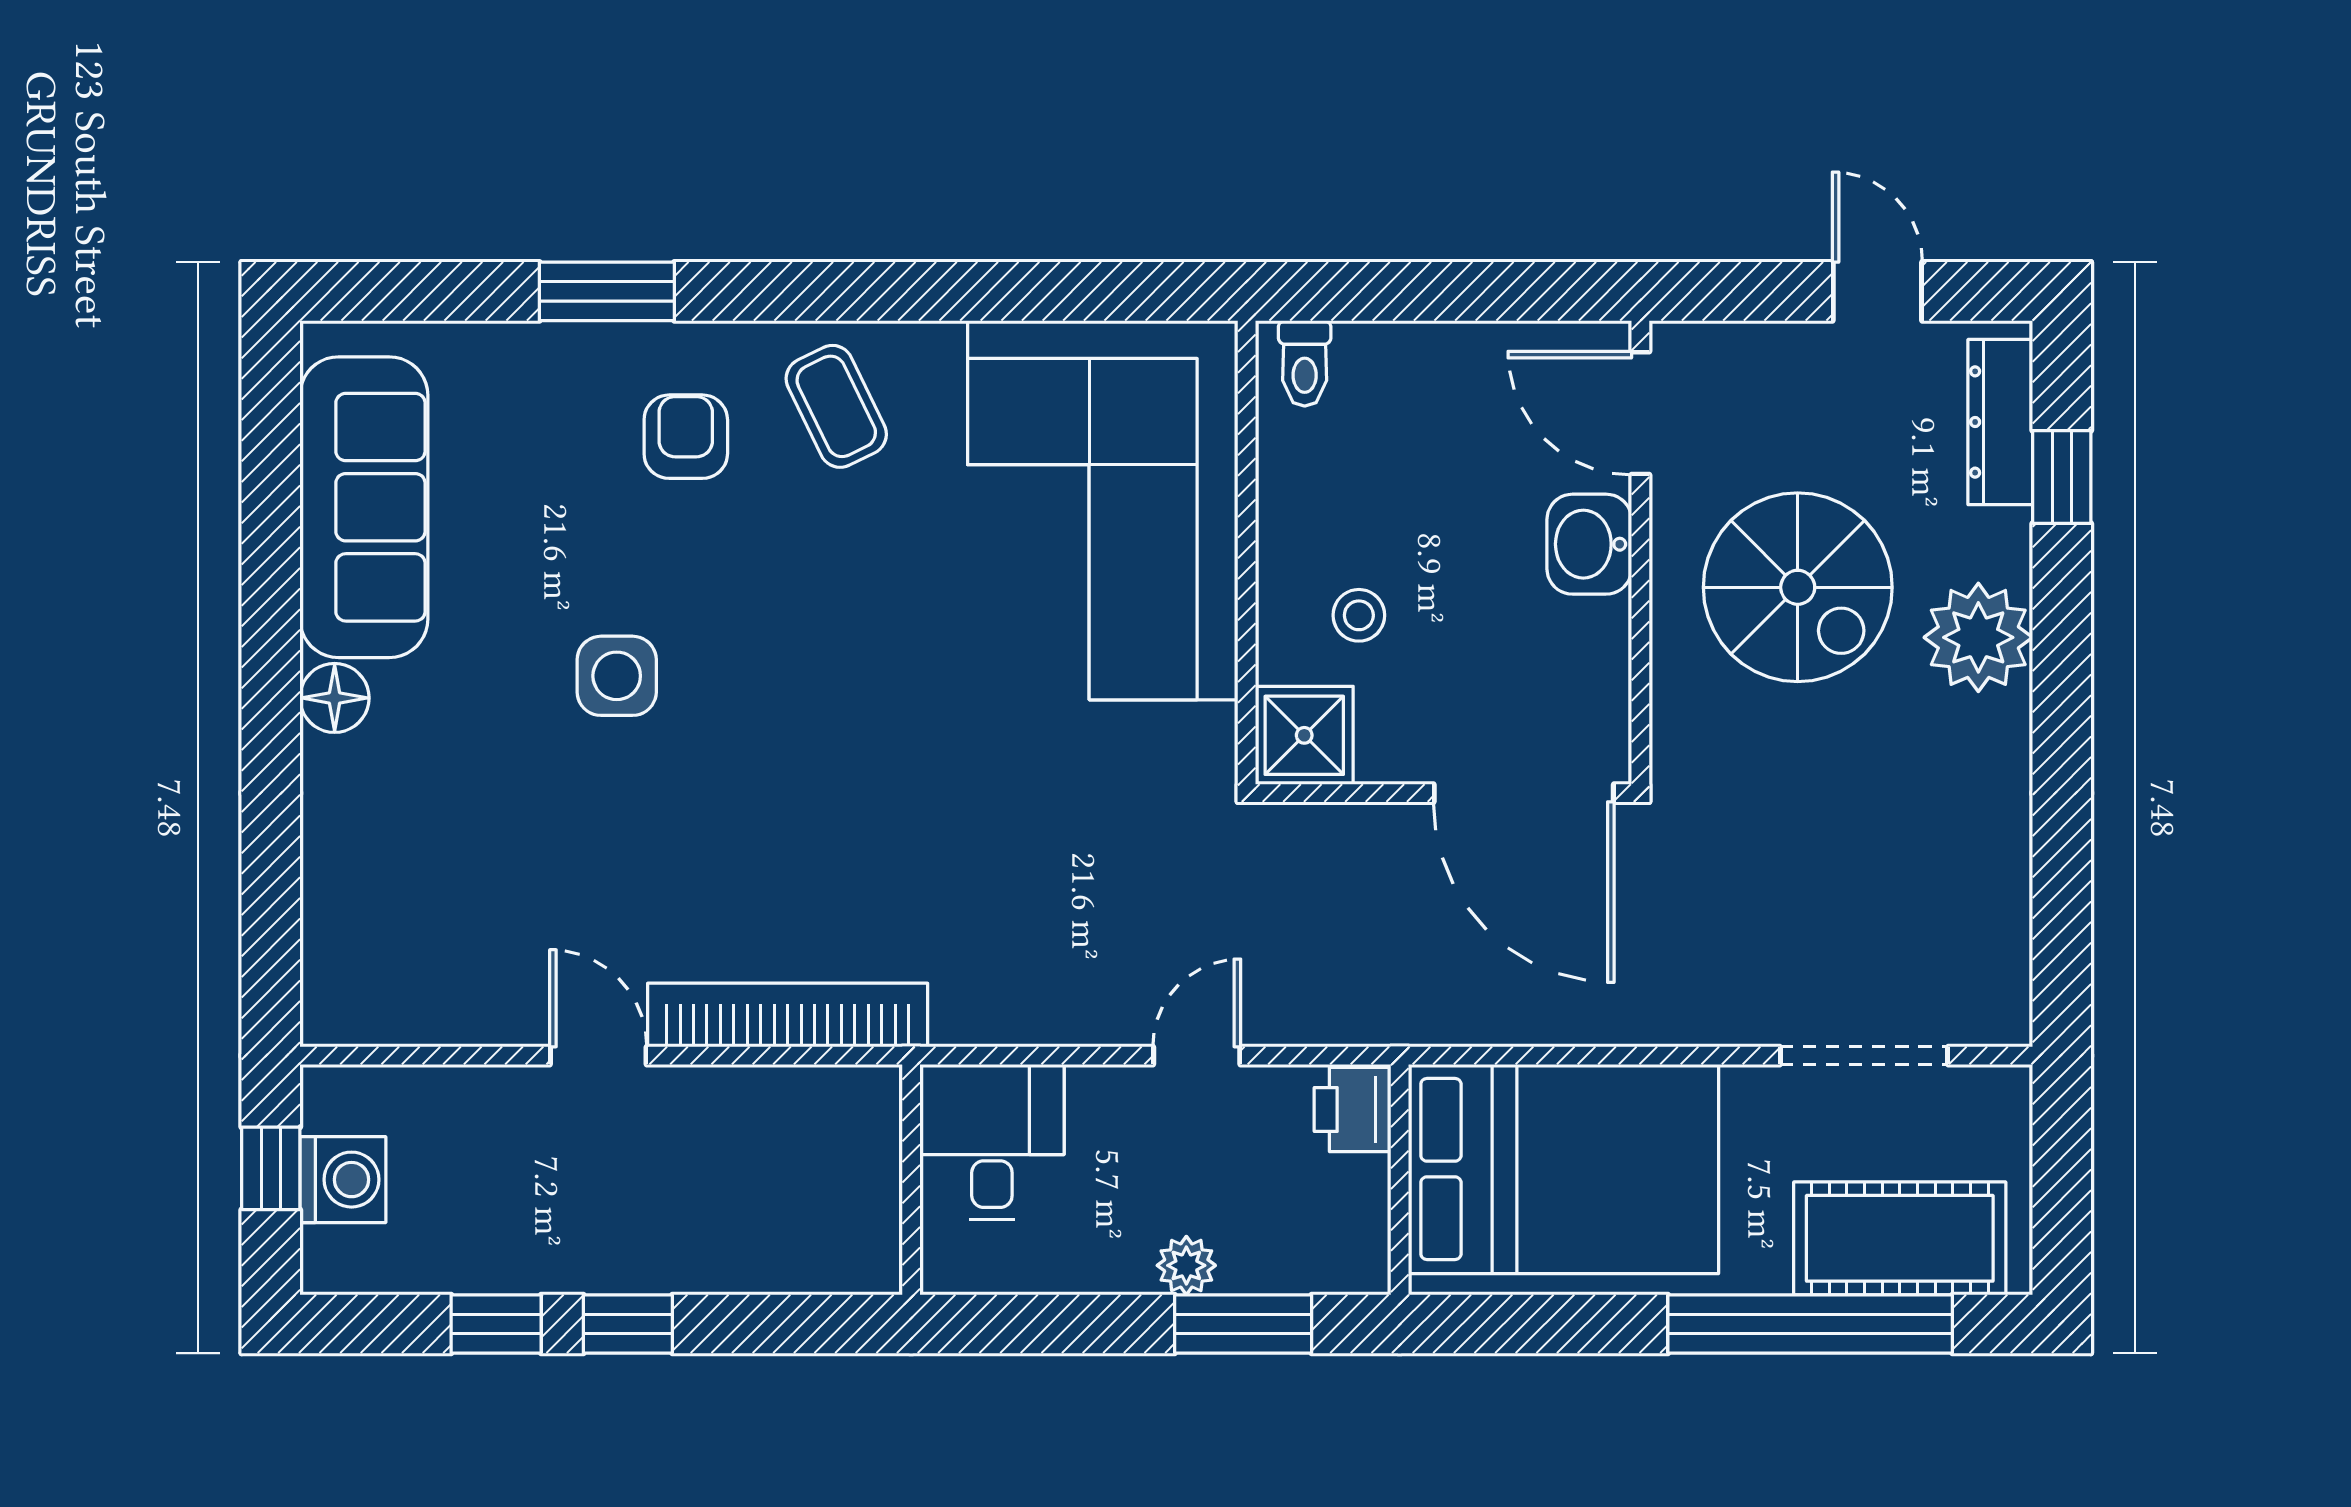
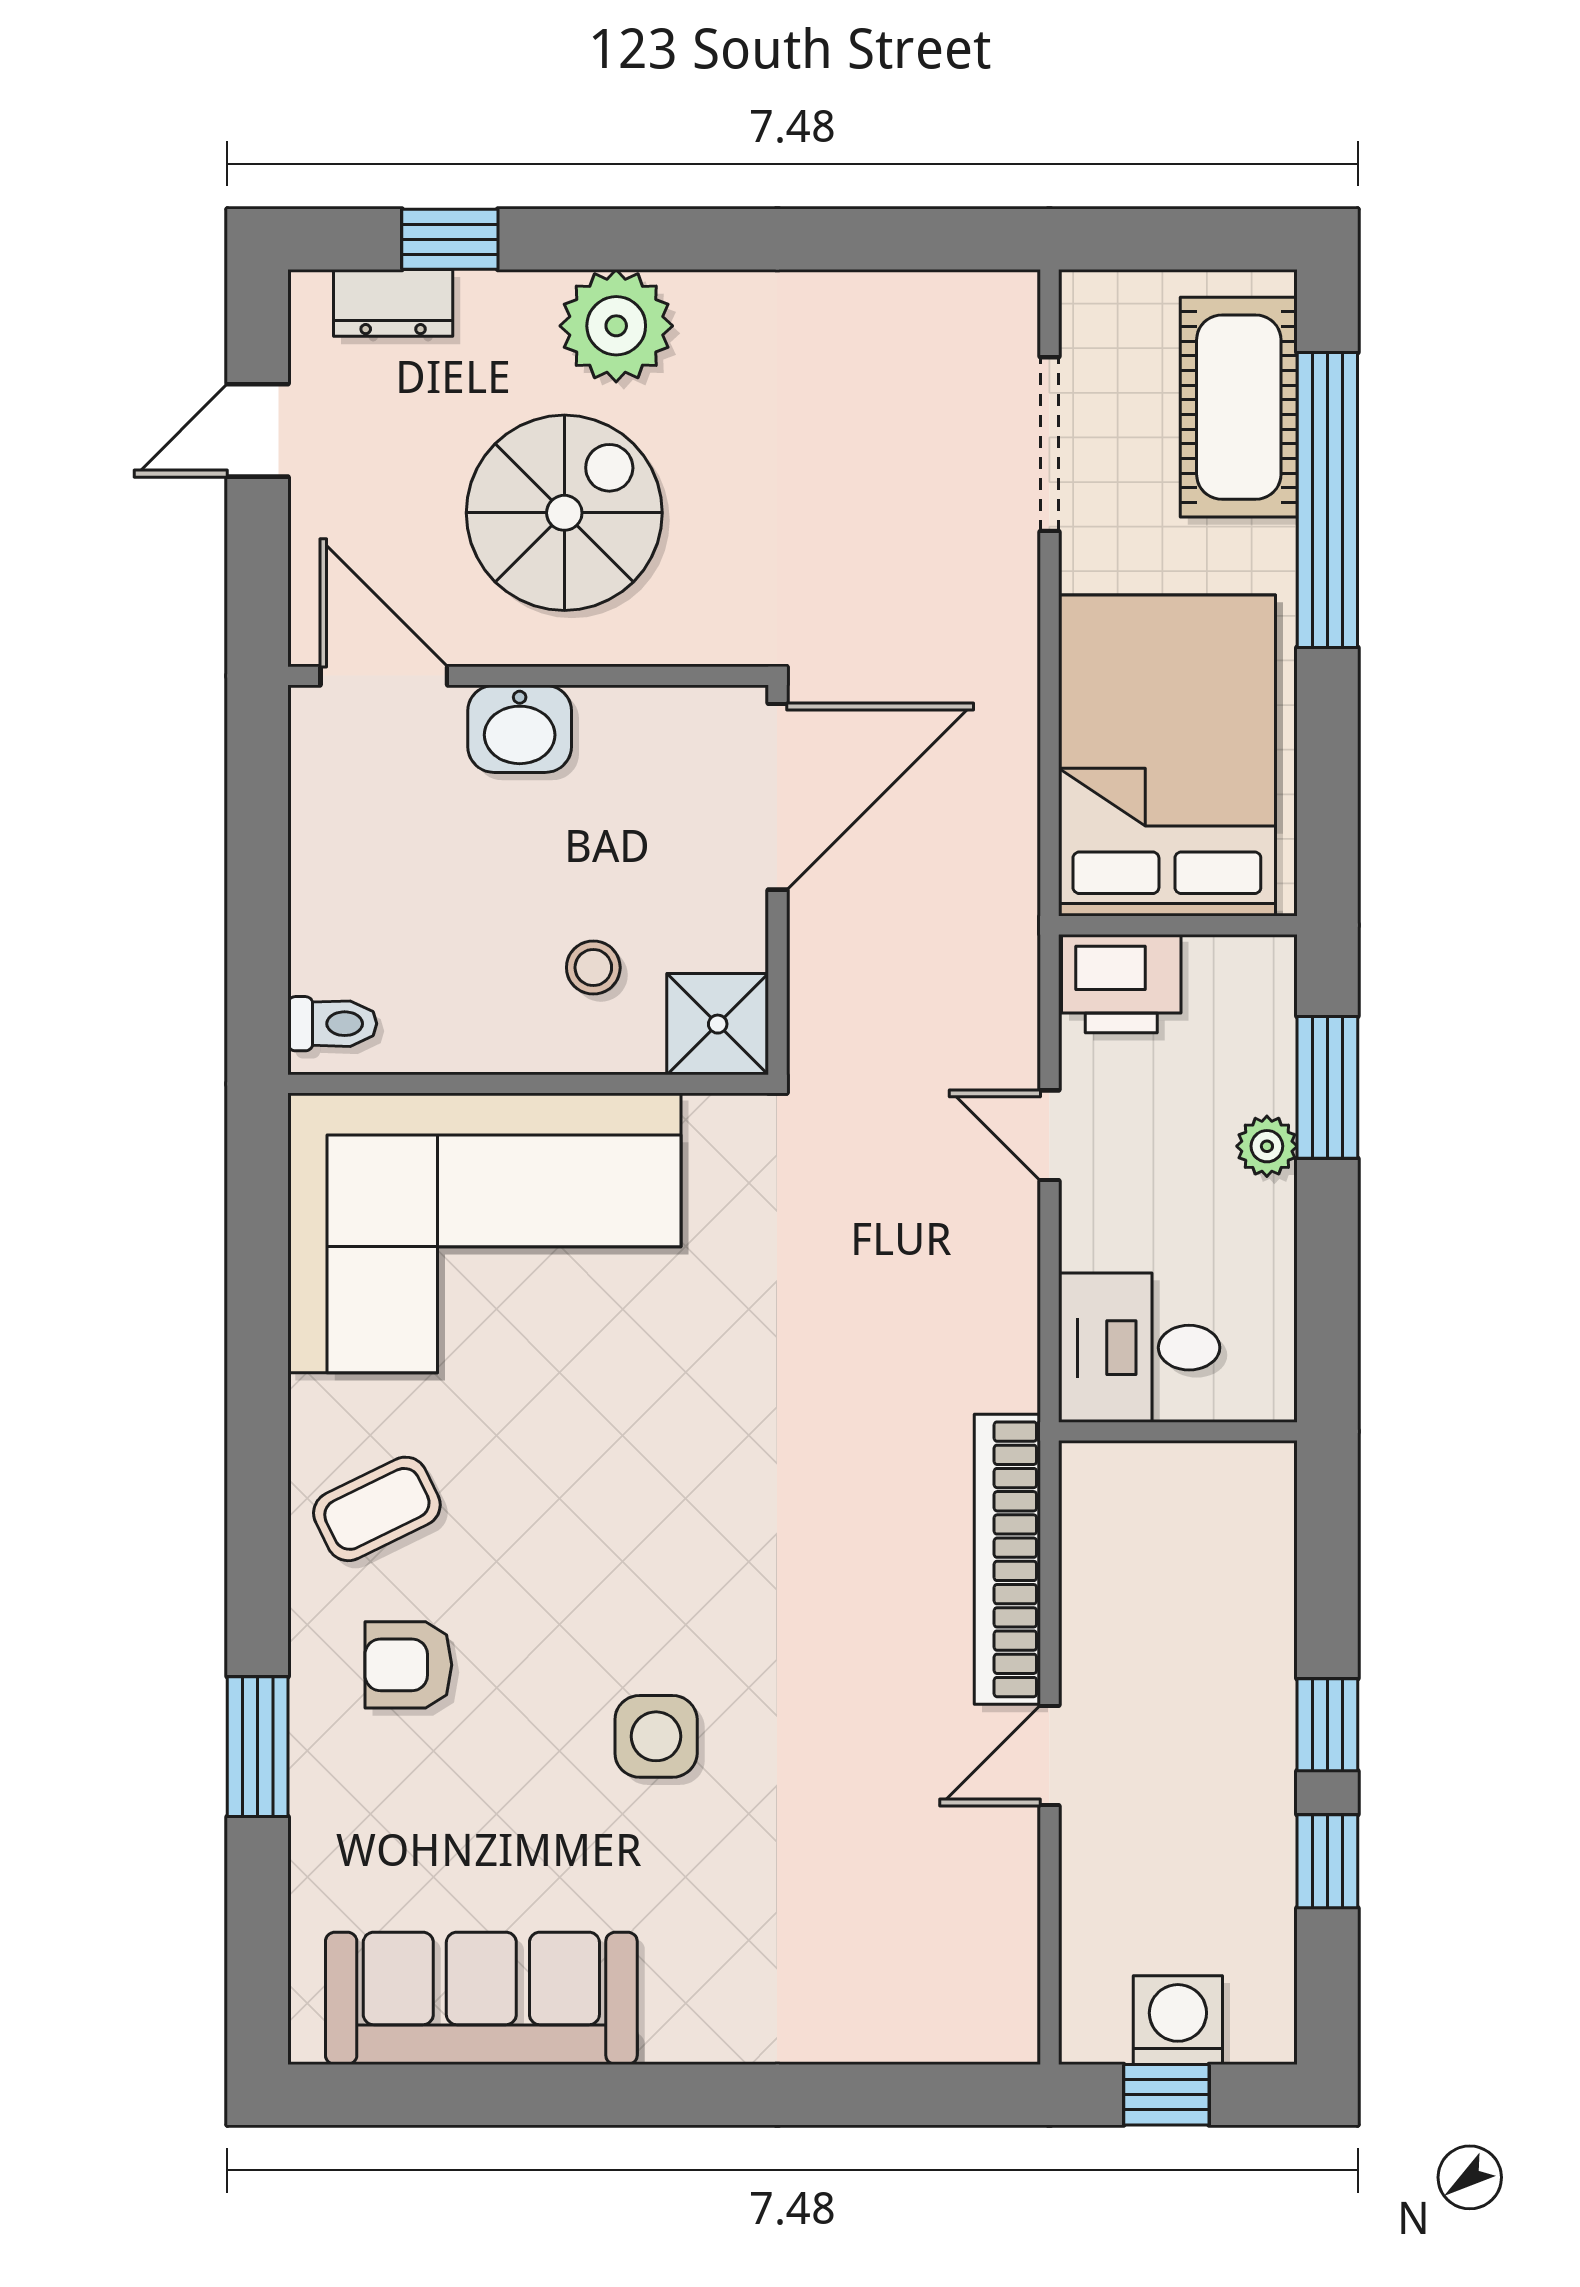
door: (1640, 413) -> (384, 676), swing flipped
dresser: (2000, 422) -> (393, 303), width x0.70
floor lamp: (335, 698) -> (679, 2029), removed
printer: (1353, 1110) -> (1121, 984), width x1.36, depth x1.24

